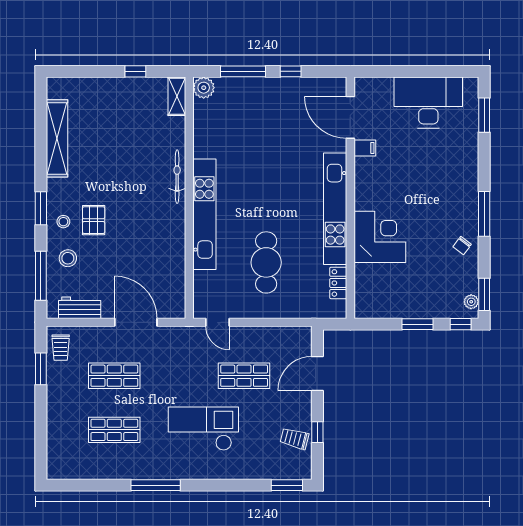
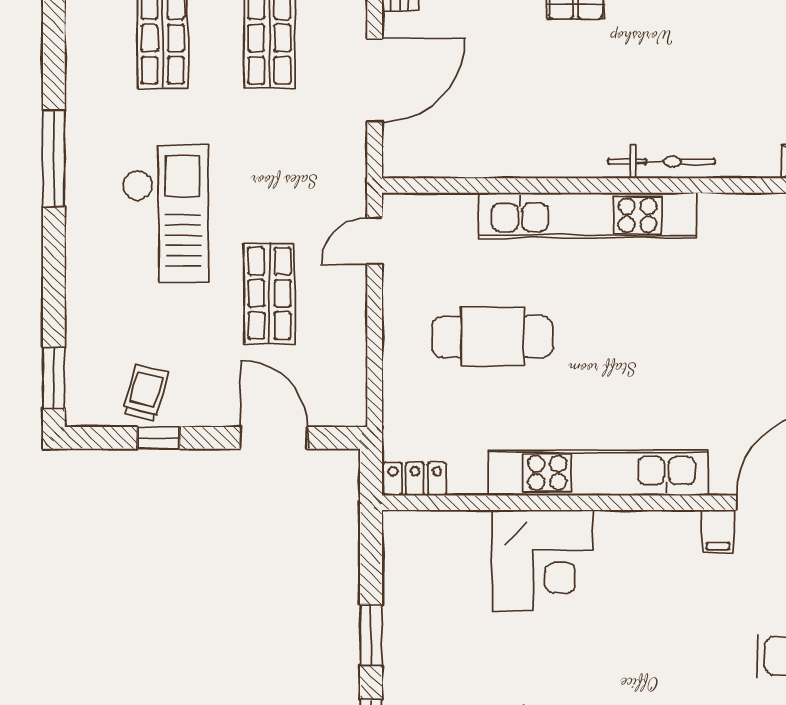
locker: (338, 283) -> (415, 479), moved
window: (156, 485) -> (54, 158), moved

